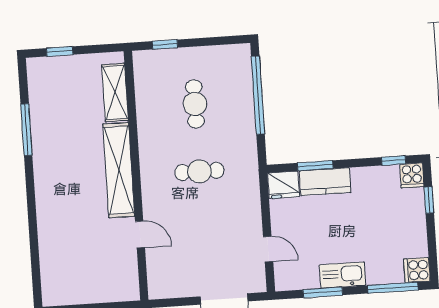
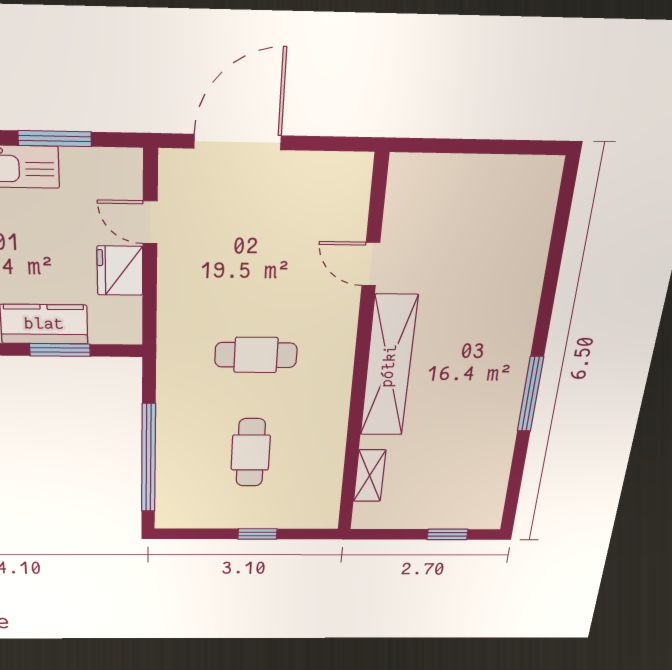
window: (165, 44) -> (257, 534), moved
shelving: (115, 93) -> (370, 476), width x0.67, depth x0.75
window: (26, 130) -> (530, 394), moved
fridge: (284, 185) -> (120, 271), moved, turned -90

